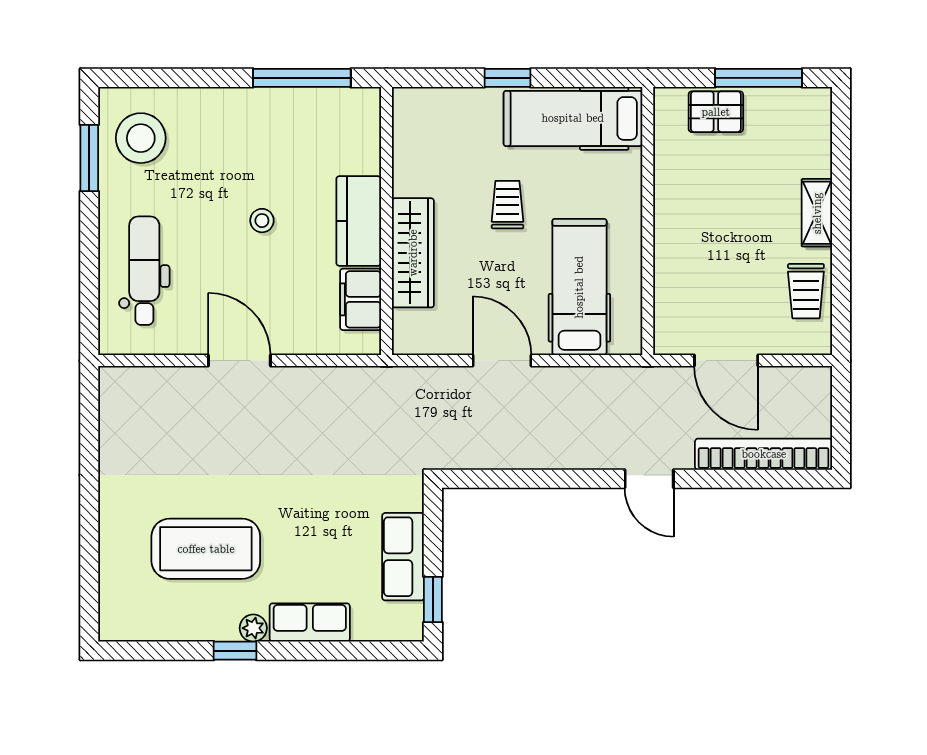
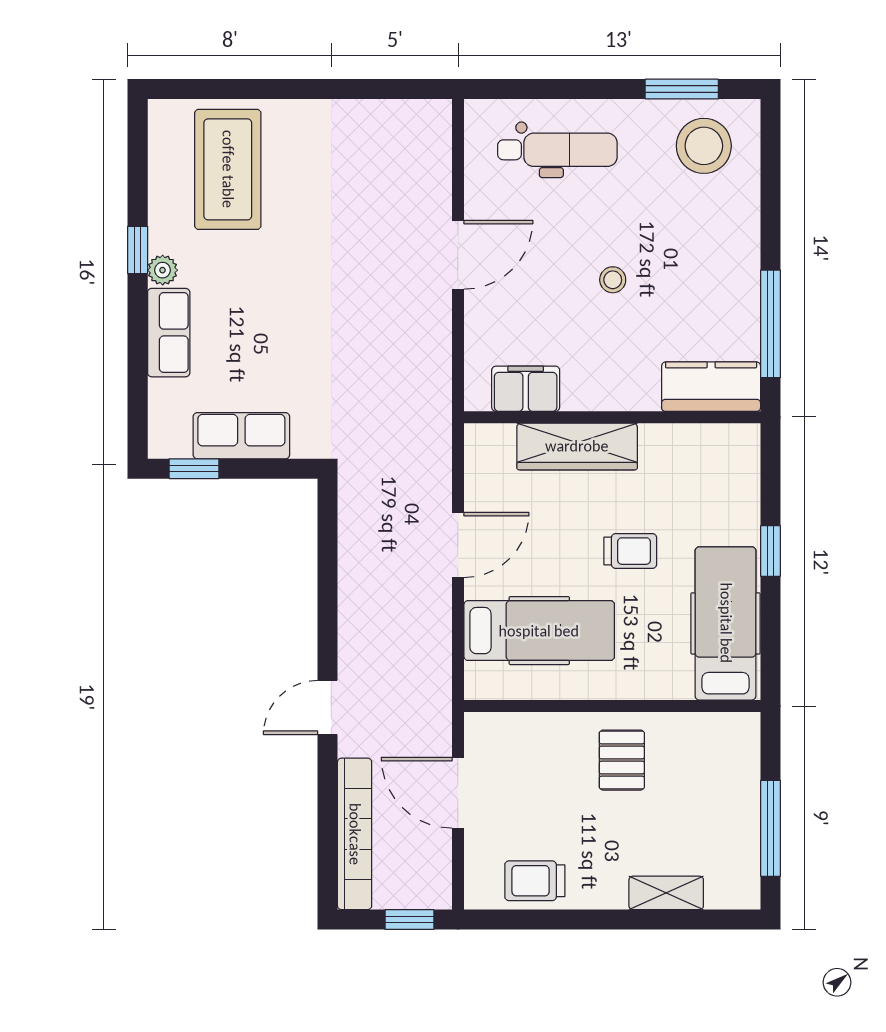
pallet: (716, 112) -> (622, 760), moved
shelving: (817, 213) -> (666, 893), moved
kitchen counter: (359, 221) -> (711, 387), moved
door: (726, 361) -> (458, 793), hinge flipped
window: (841, 405) -> (409, 920), added
coffee table: (206, 549) -> (228, 169), moved

